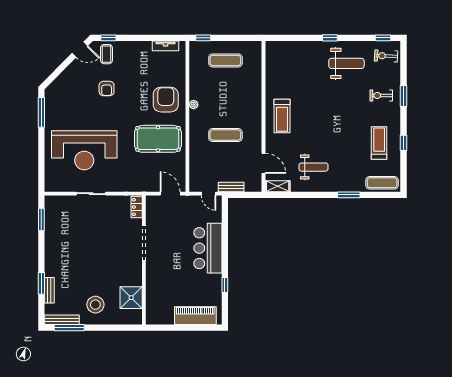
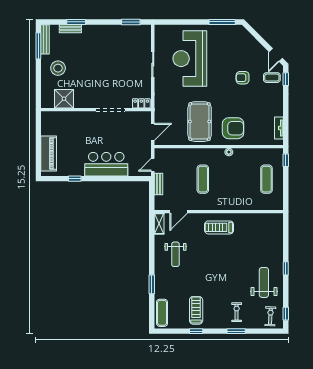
weight bench: (346, 63) -> (264, 282), turned 180
treadmill: (379, 143) -> (196, 310), turned -90

